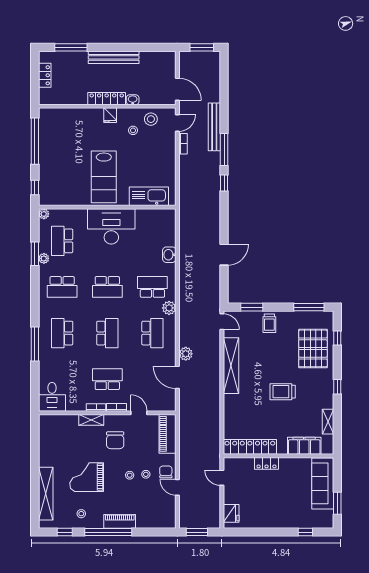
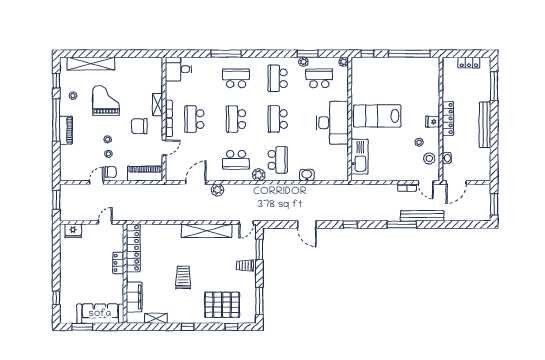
washbasin: (133, 100) -> (447, 158), moved
window: (224, 183) -> (350, 225), moved
school desk: (107, 333) -> (236, 119), turned 90
school desk: (107, 379) -> (194, 119), turned 180

